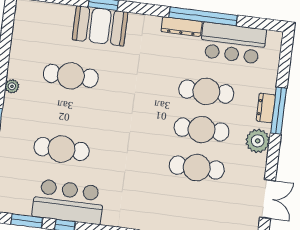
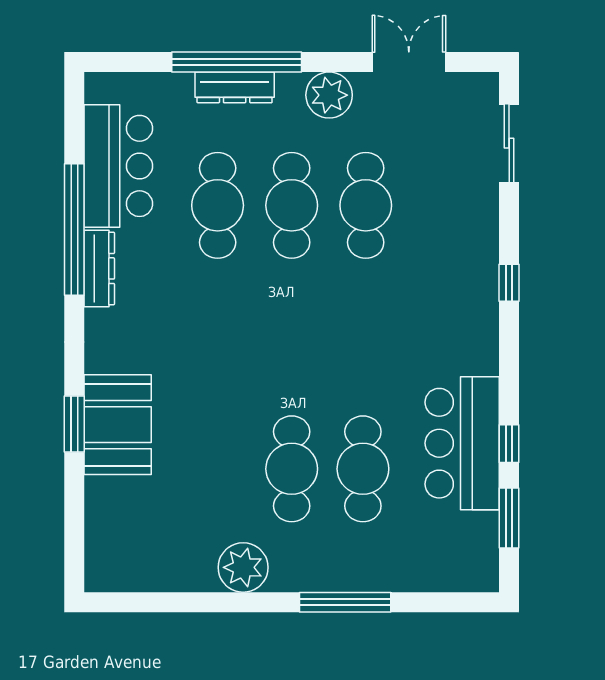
cafe table: (71, 76) -> (292, 469), moved
plant: (12, 86) -> (243, 567), width x1.87, depth x1.87
dresser: (266, 108) -> (235, 87), width x1.44
window: (279, 111) -> (237, 62), width x1.46
plant: (258, 141) -> (329, 95), moved

